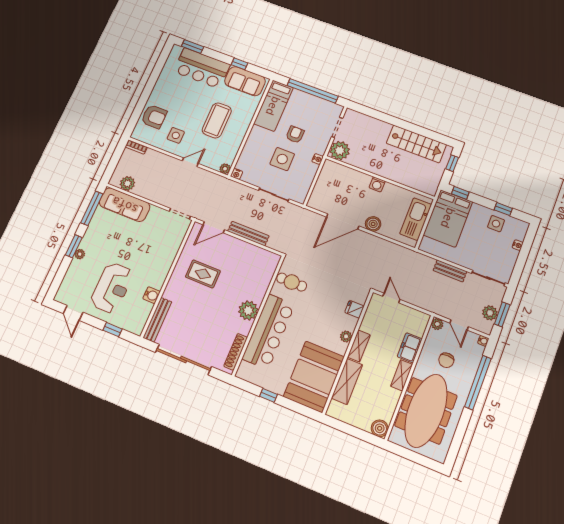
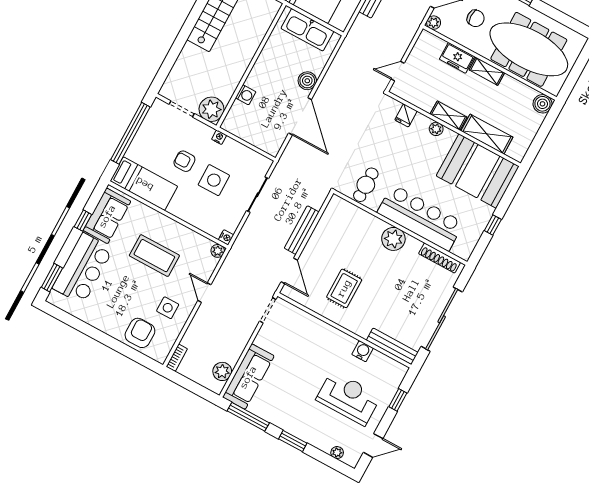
washing machine: (377, 184) -> (246, 95), moved
plant: (80, 254) -> (337, 453), moved

